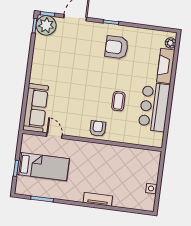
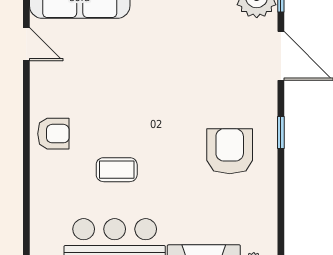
door: (54, 136) -> (26, 44), hinge flipped

